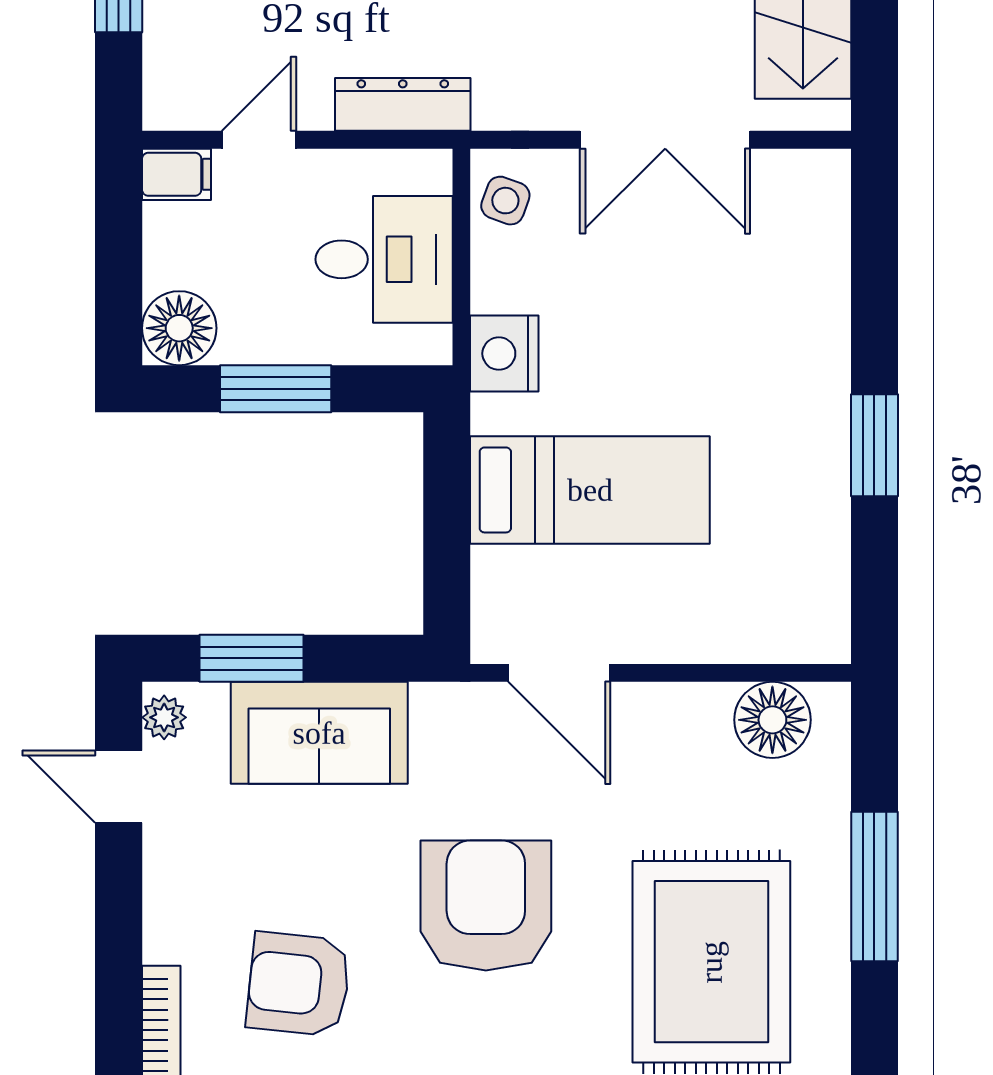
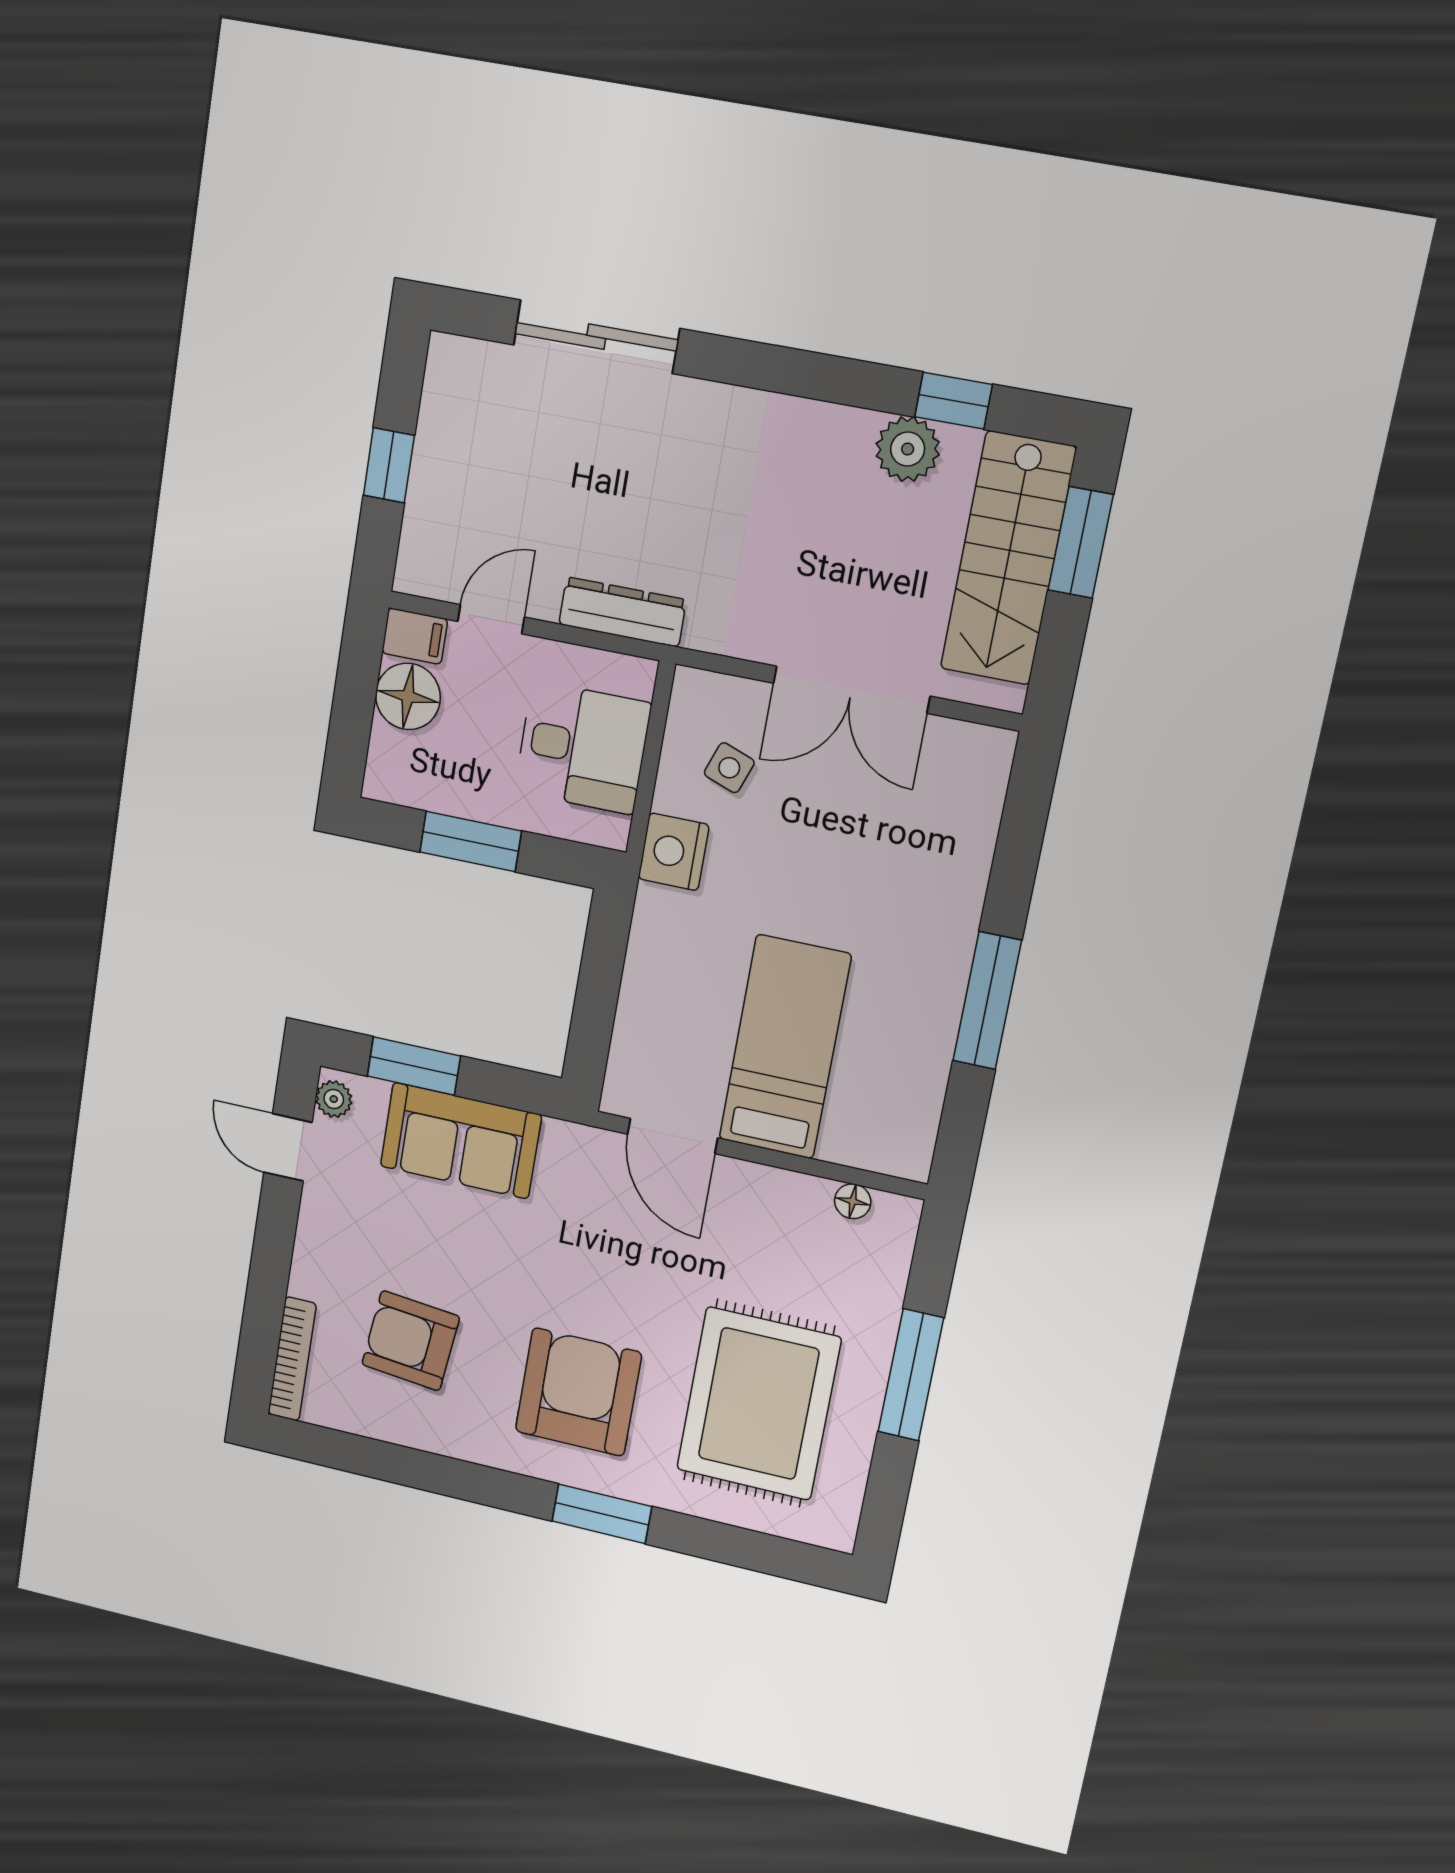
side table: (505, 201) -> (729, 768), moved
floor lamp: (179, 328) -> (408, 696), moved
window: (874, 445) -> (987, 1001), width x1.44
bed: (590, 490) -> (785, 1047), moved, turned -90
floor lamp: (772, 720) -> (853, 1201), width x0.53, depth x0.53
armchair: (486, 906) -> (578, 1392), moved

